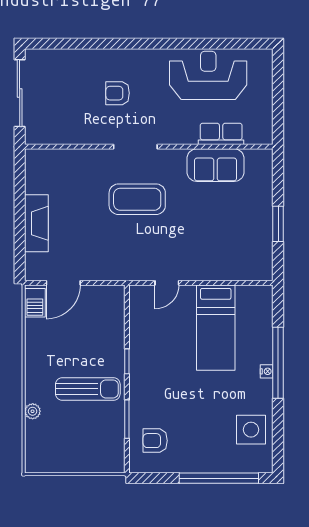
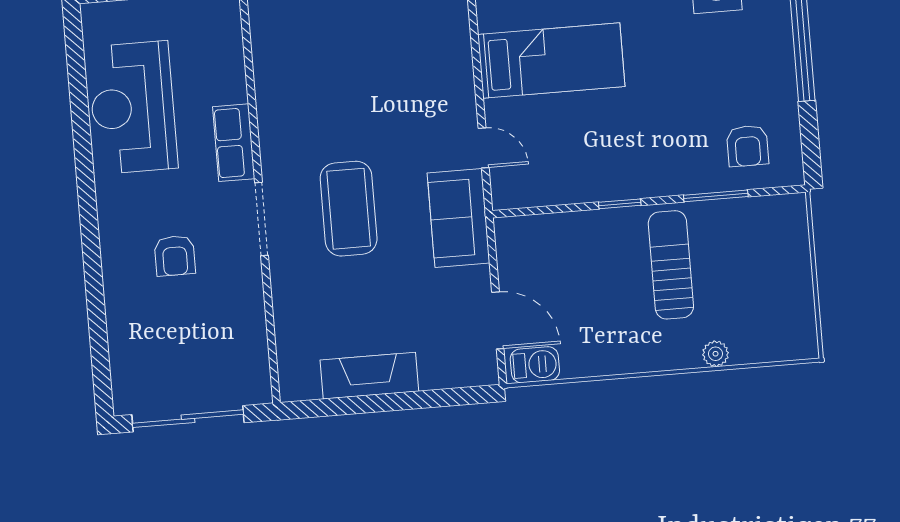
row of seats: (221, 134) -> (234, 143), moved
sofa: (216, 165) -> (458, 218), moved, turned 180
fireplace: (36, 223) -> (369, 376), moved

